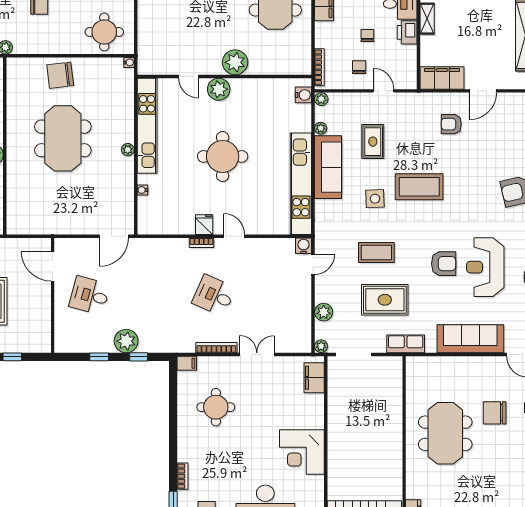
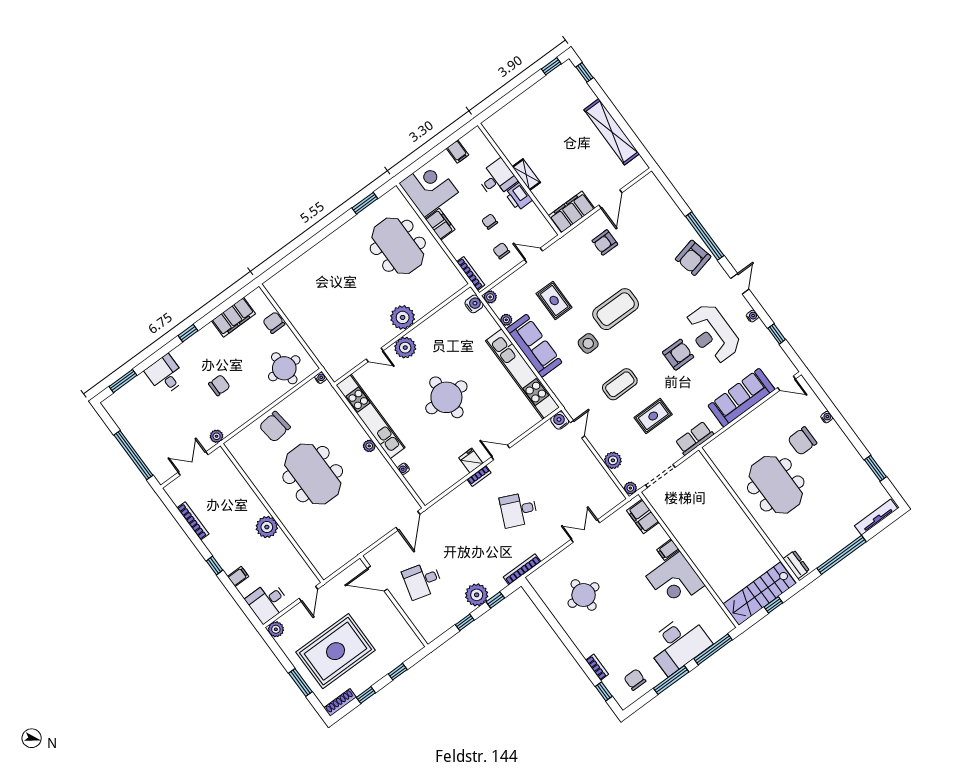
rug: (385, 300) -> (653, 416), width x0.73, depth x0.70
bookcase: (216, 348) -> (522, 569), moved
filing cabinet: (187, 363) -> (668, 550), moved, turned 180

